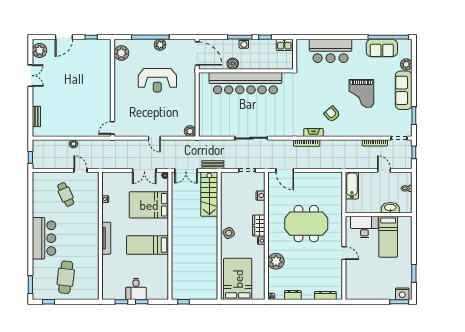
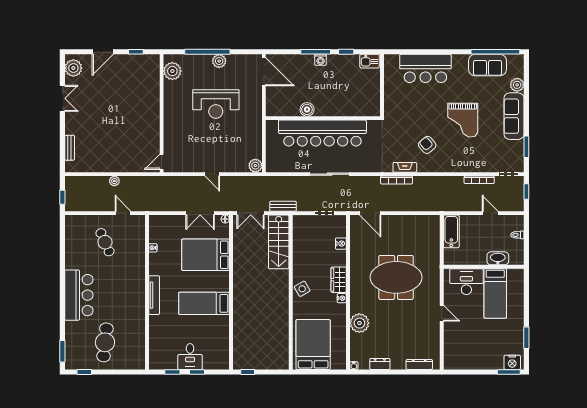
boiler: (233, 64) -> (307, 109), moved
wall: (246, 71) -> (323, 118), moved
bar counter: (245, 83) -> (322, 133), moved

